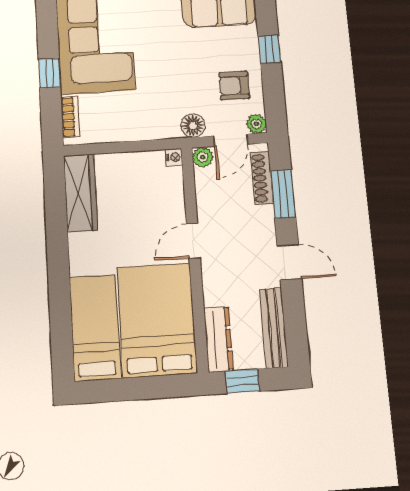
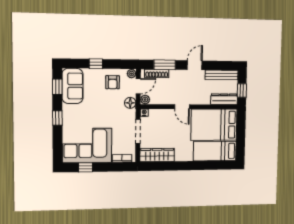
window: (49, 73) -> (86, 167), moved
door: (231, 140) -> (138, 86), hinge flipped
doorway: (132, 146) -> (138, 131), added

